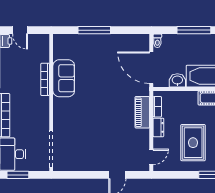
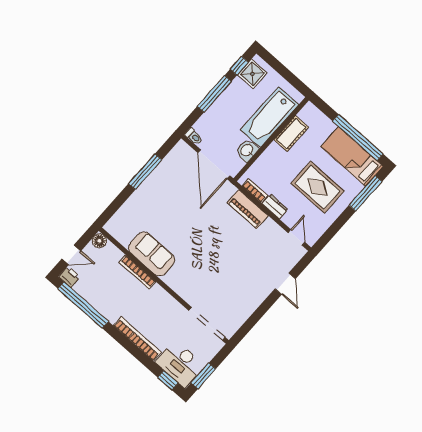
window: (94, 30) -> (145, 172), moved
floor lamp: (44, 40) -> (99, 241), added
door: (151, 68) -> (214, 164), hinge flipped

